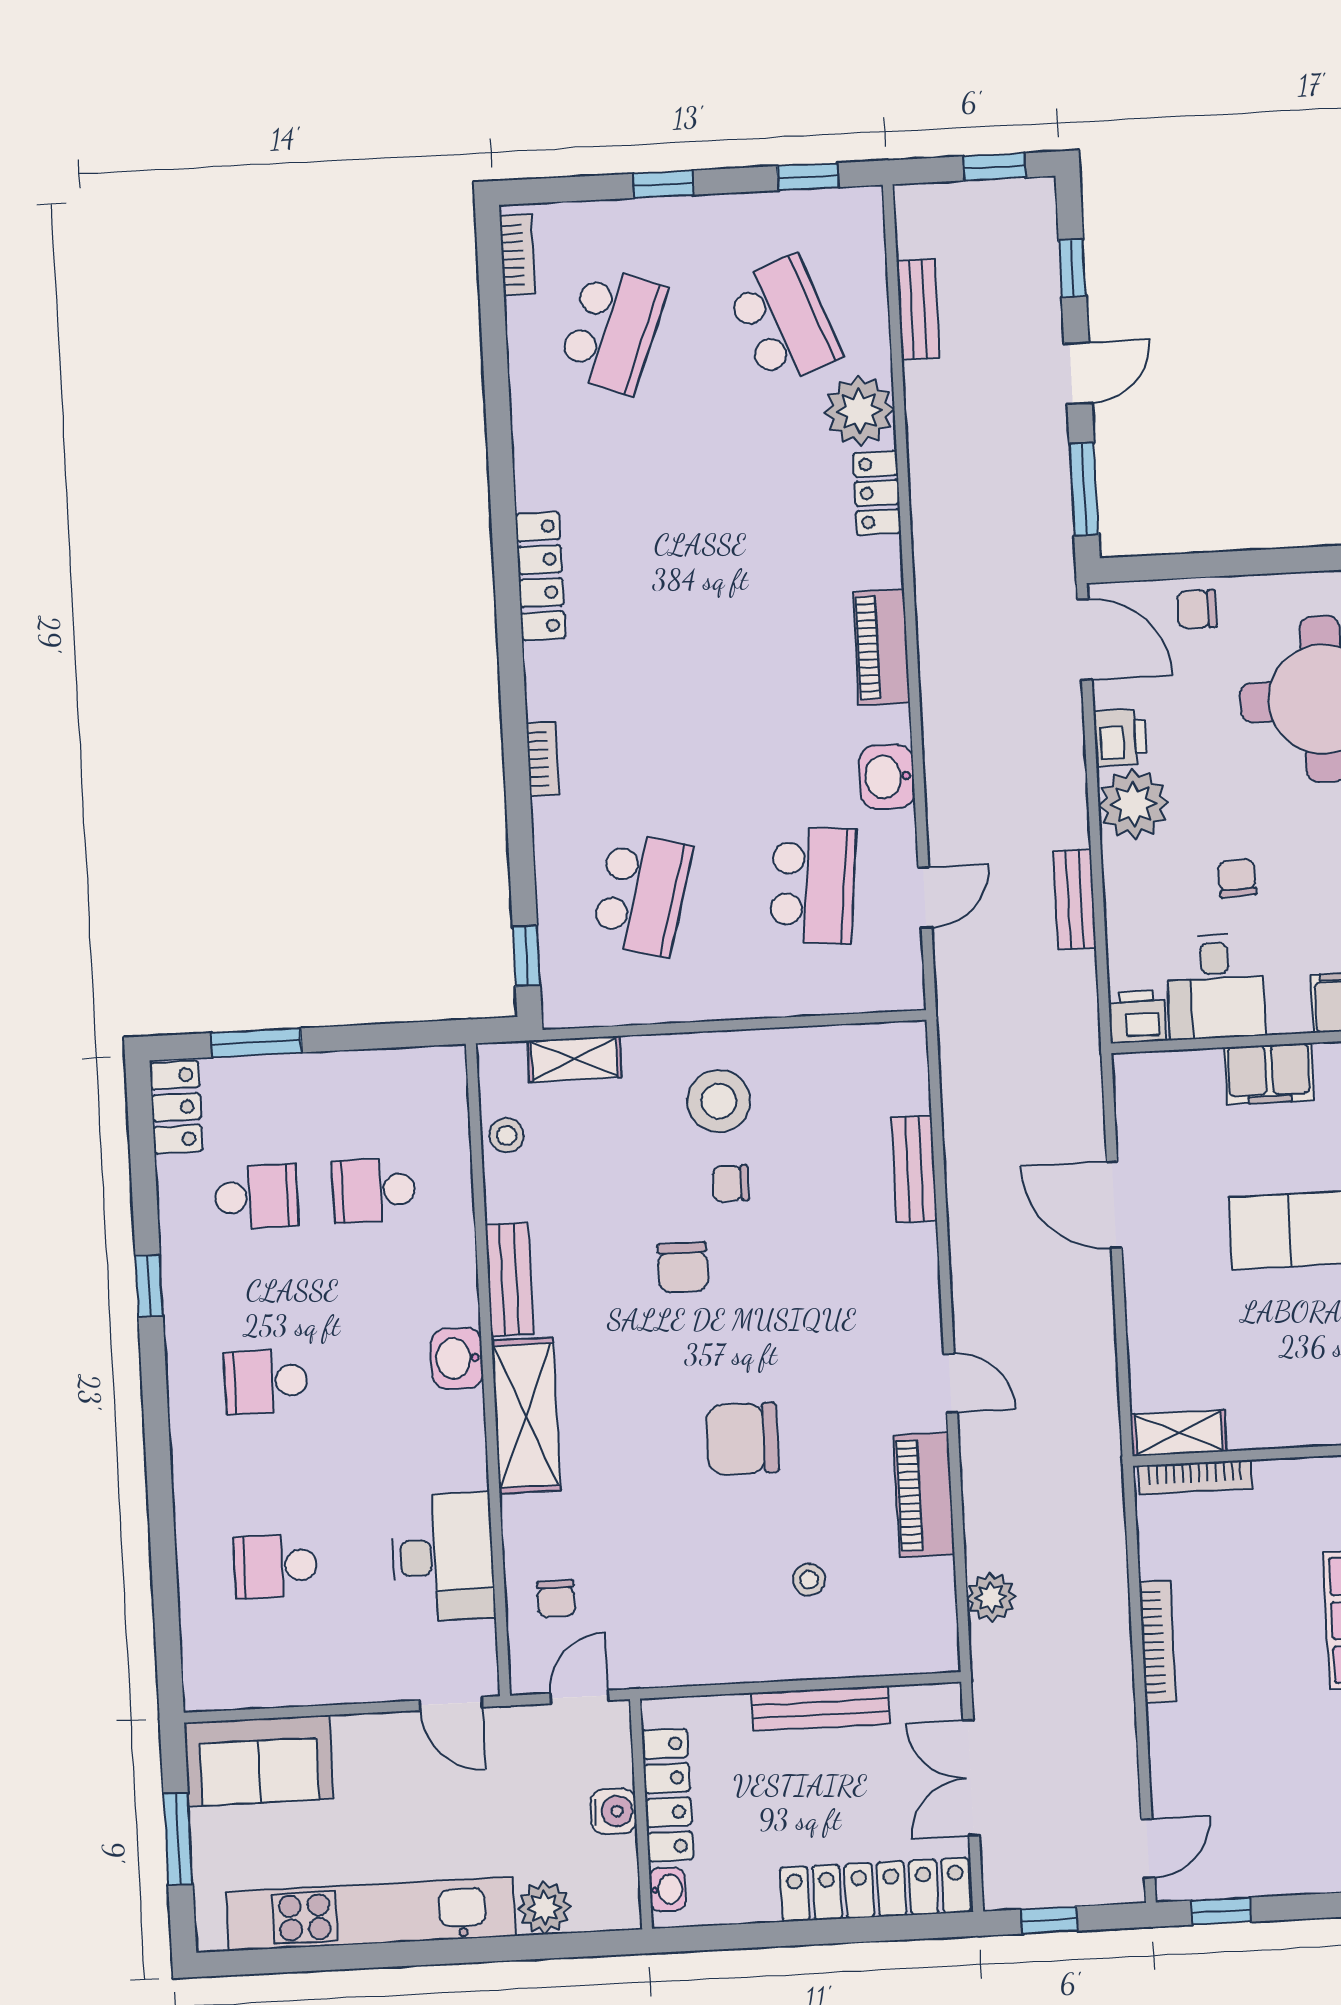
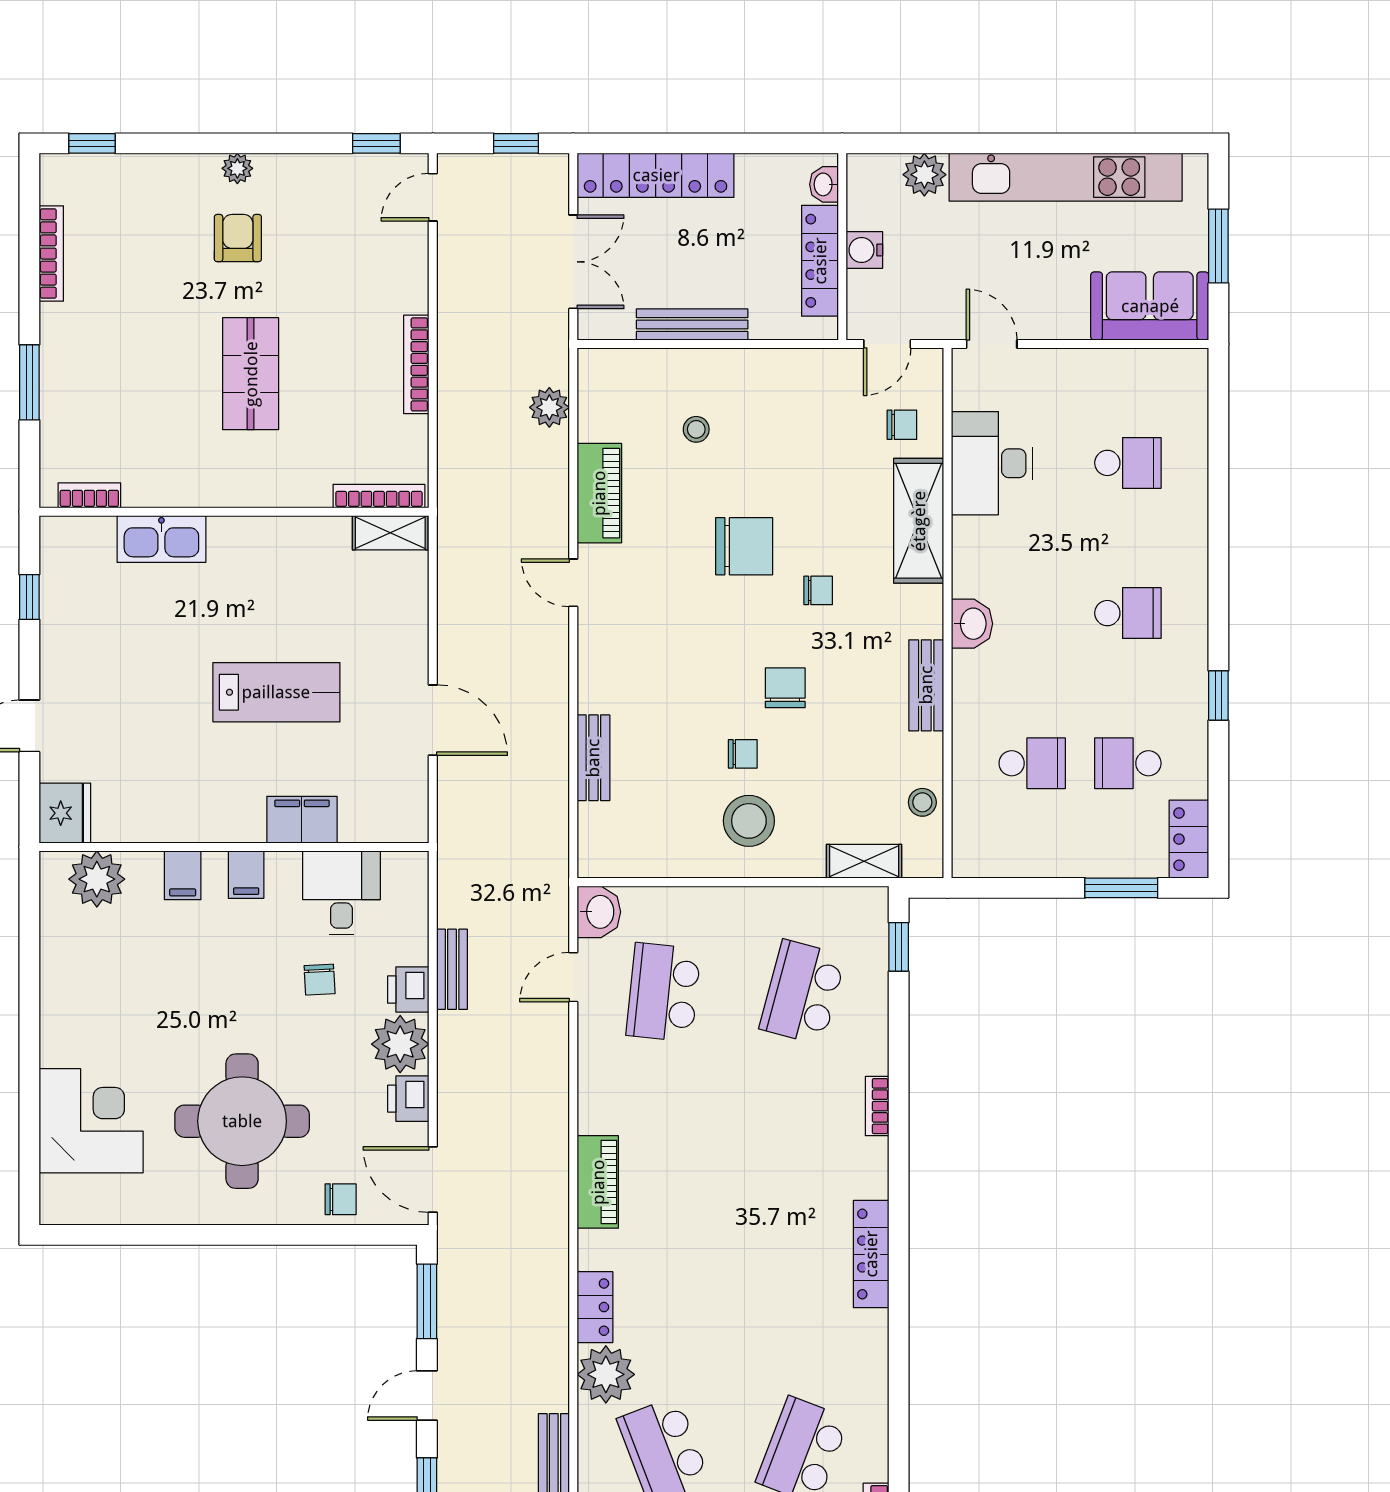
washbasin: (887, 777) -> (599, 912), moved
printer: (1137, 1017) -> (408, 990), moved, turned 90
chair: (648, 1389) -> (818, 590), added
shelving: (526, 1415) -> (919, 521), moved
chair: (556, 1599) -> (902, 425), turned 90

